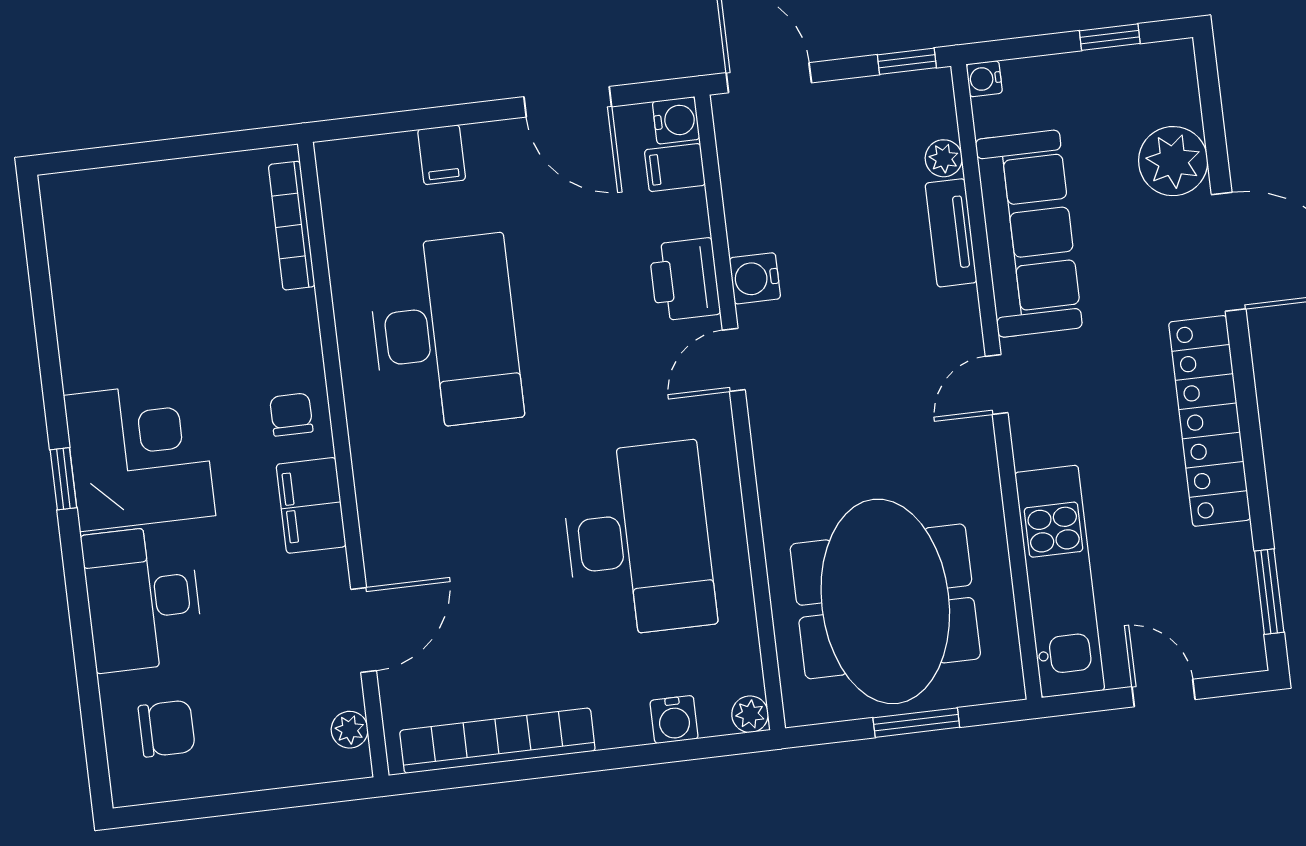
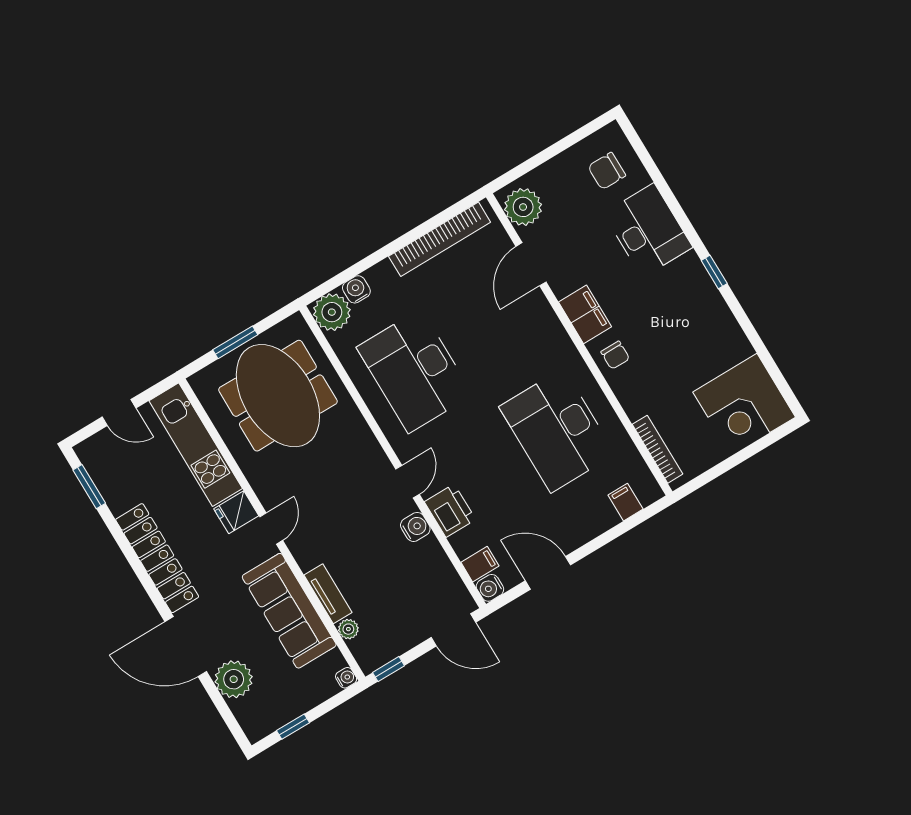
filing cabinet: (442, 155) -> (625, 502), moved
fridge: (1043, 438) -> (236, 512), added
corner desk: (140, 455) -> (744, 405), moved
plant: (750, 714) -> (332, 312), width x1.88, depth x1.88
plant: (350, 730) -> (523, 207), width x1.87, depth x1.87

